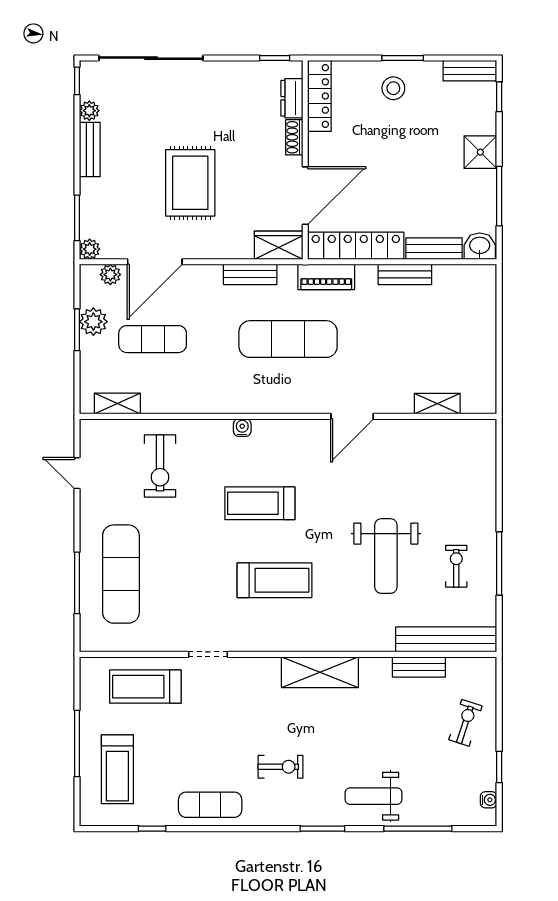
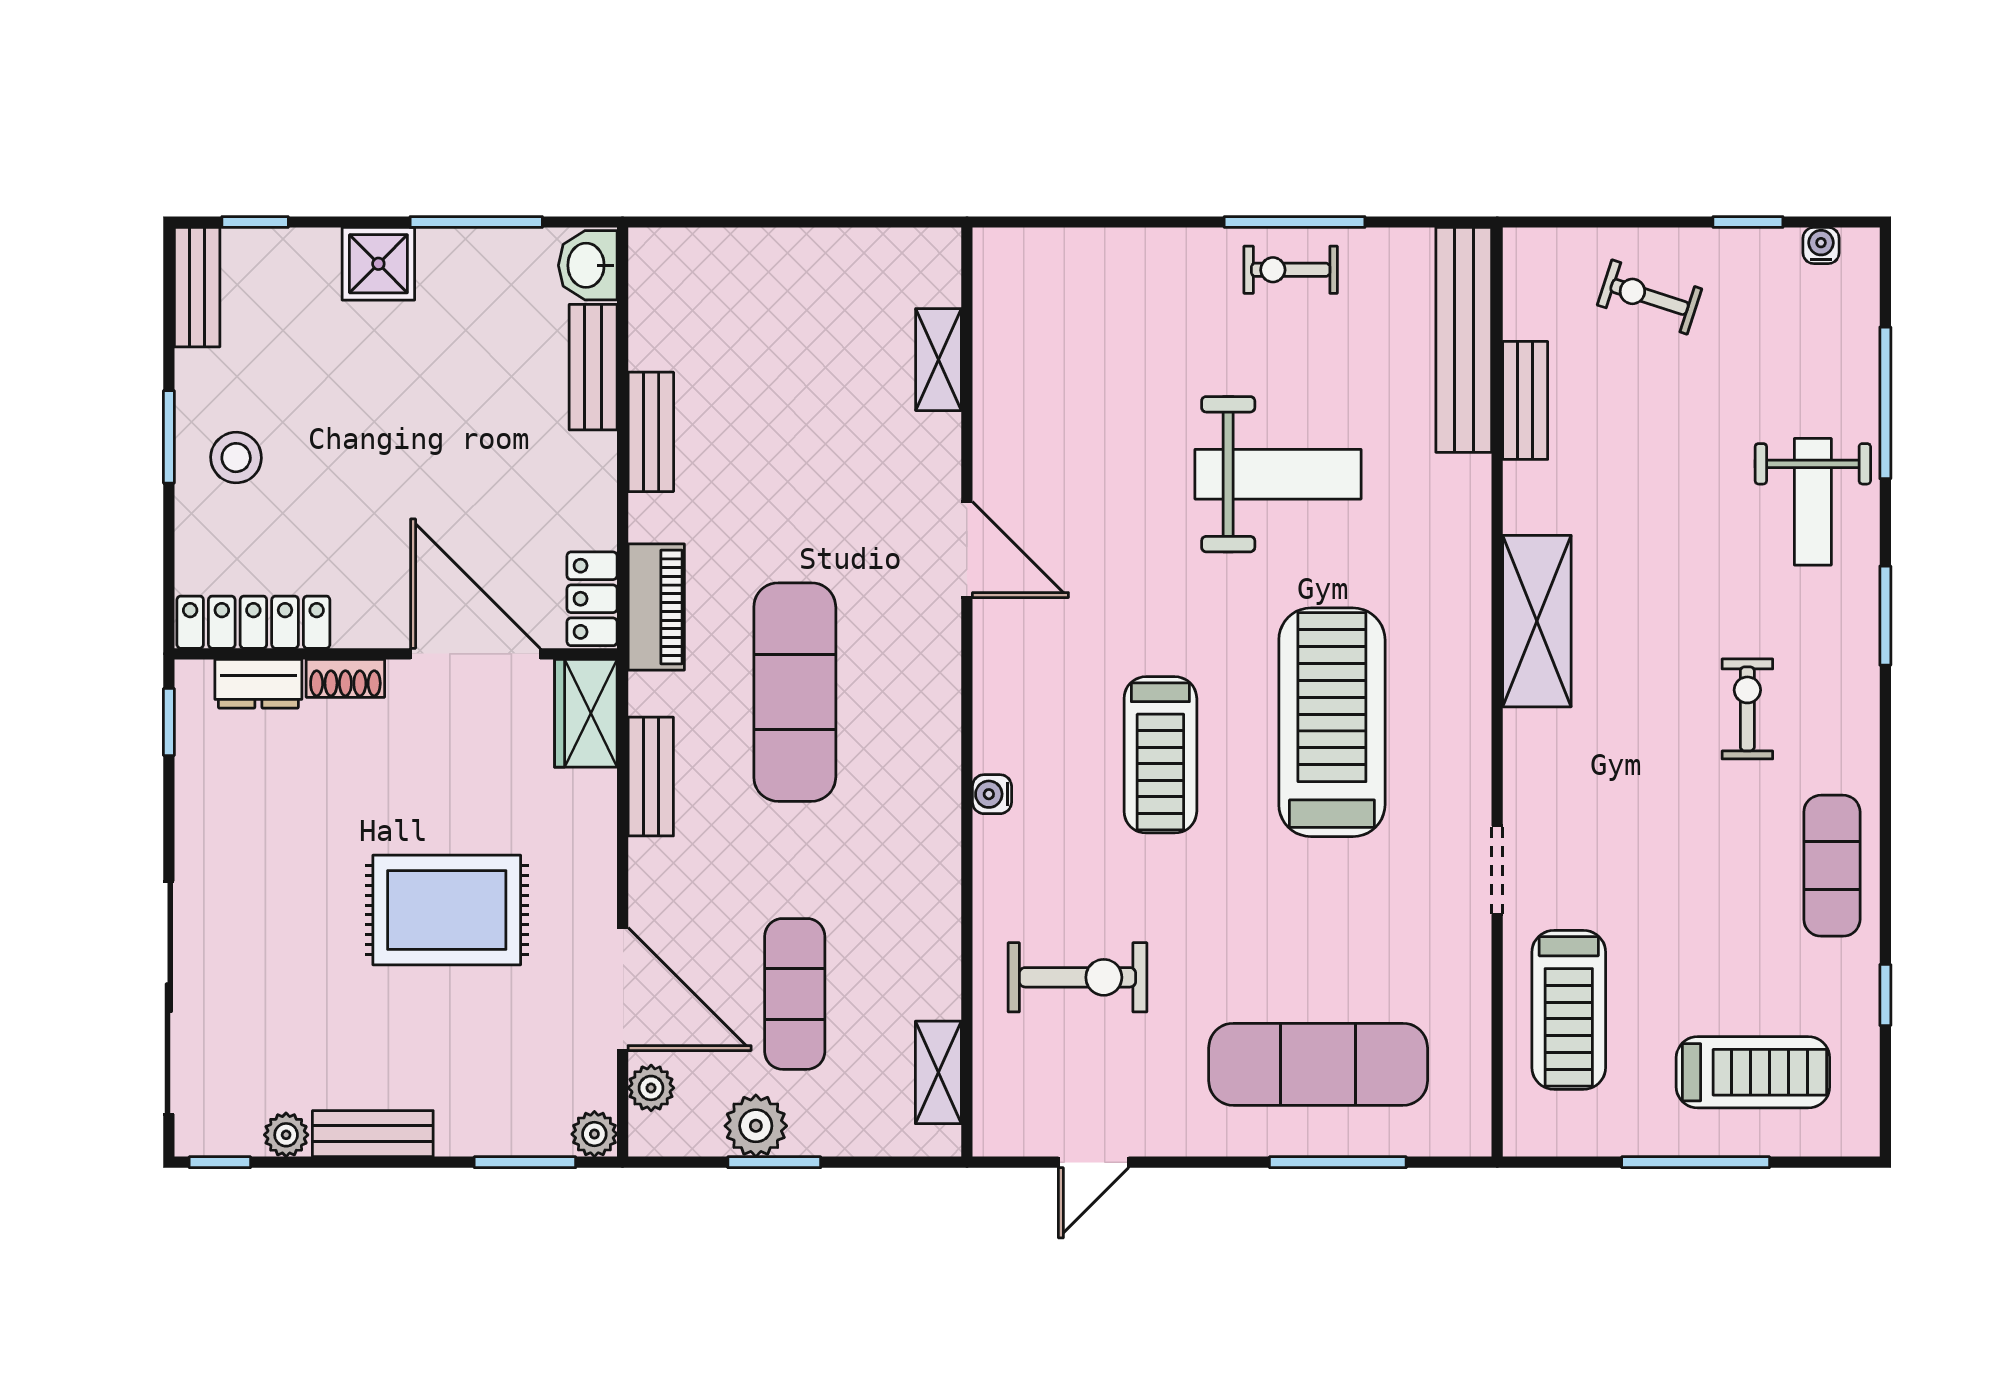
locker: (356, 246) -> (592, 599), width x0.46, depth x0.83
exercise bike: (456, 566) -> (1291, 270), moved
treadmill: (275, 580) -> (1332, 722), width x1.37, depth x1.38

